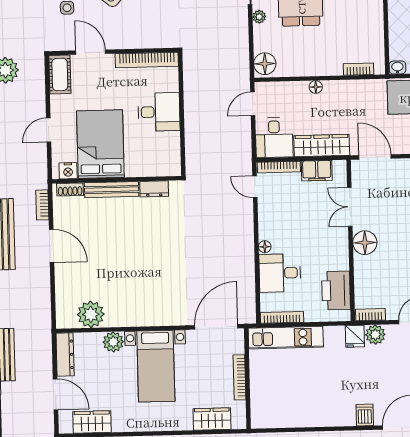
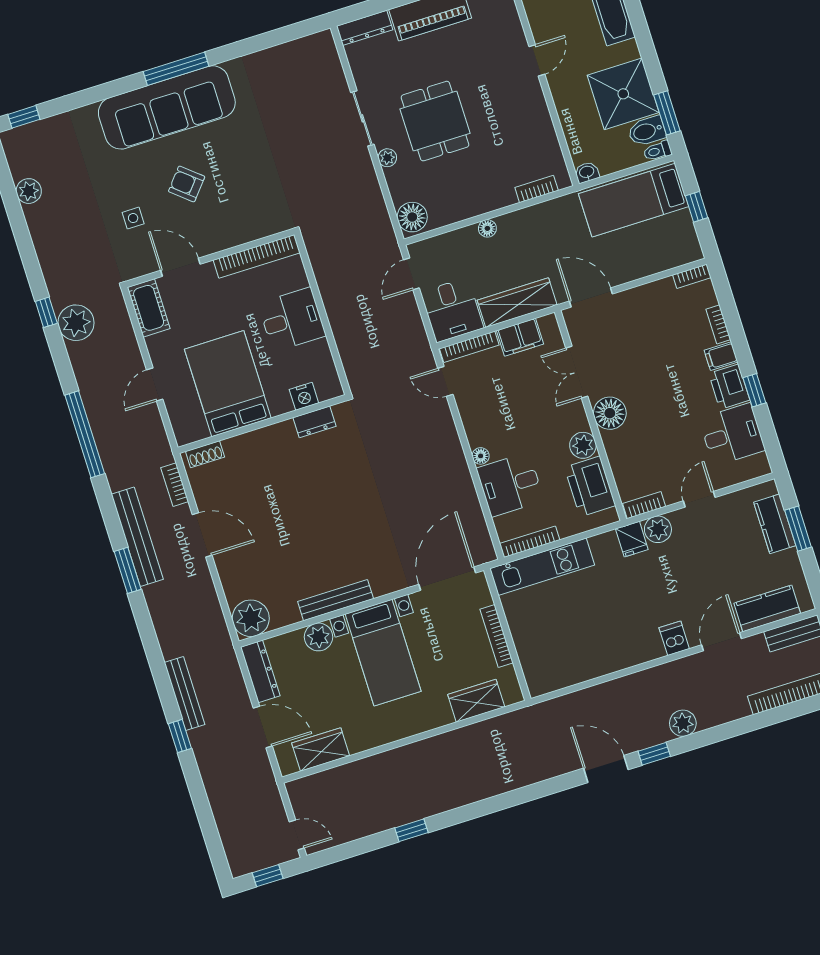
nightstand: (68, 171) -> (304, 396), moved
bench: (112, 190) -> (336, 600), moved
plant: (339, 260) -> (583, 445), added
plant: (91, 314) -> (251, 618), moved

